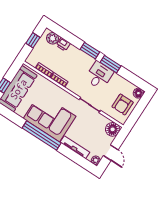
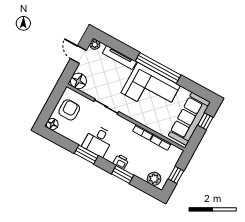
printer: (63, 44) -> (121, 162), moved
window: (90, 51) -> (123, 174), moved

